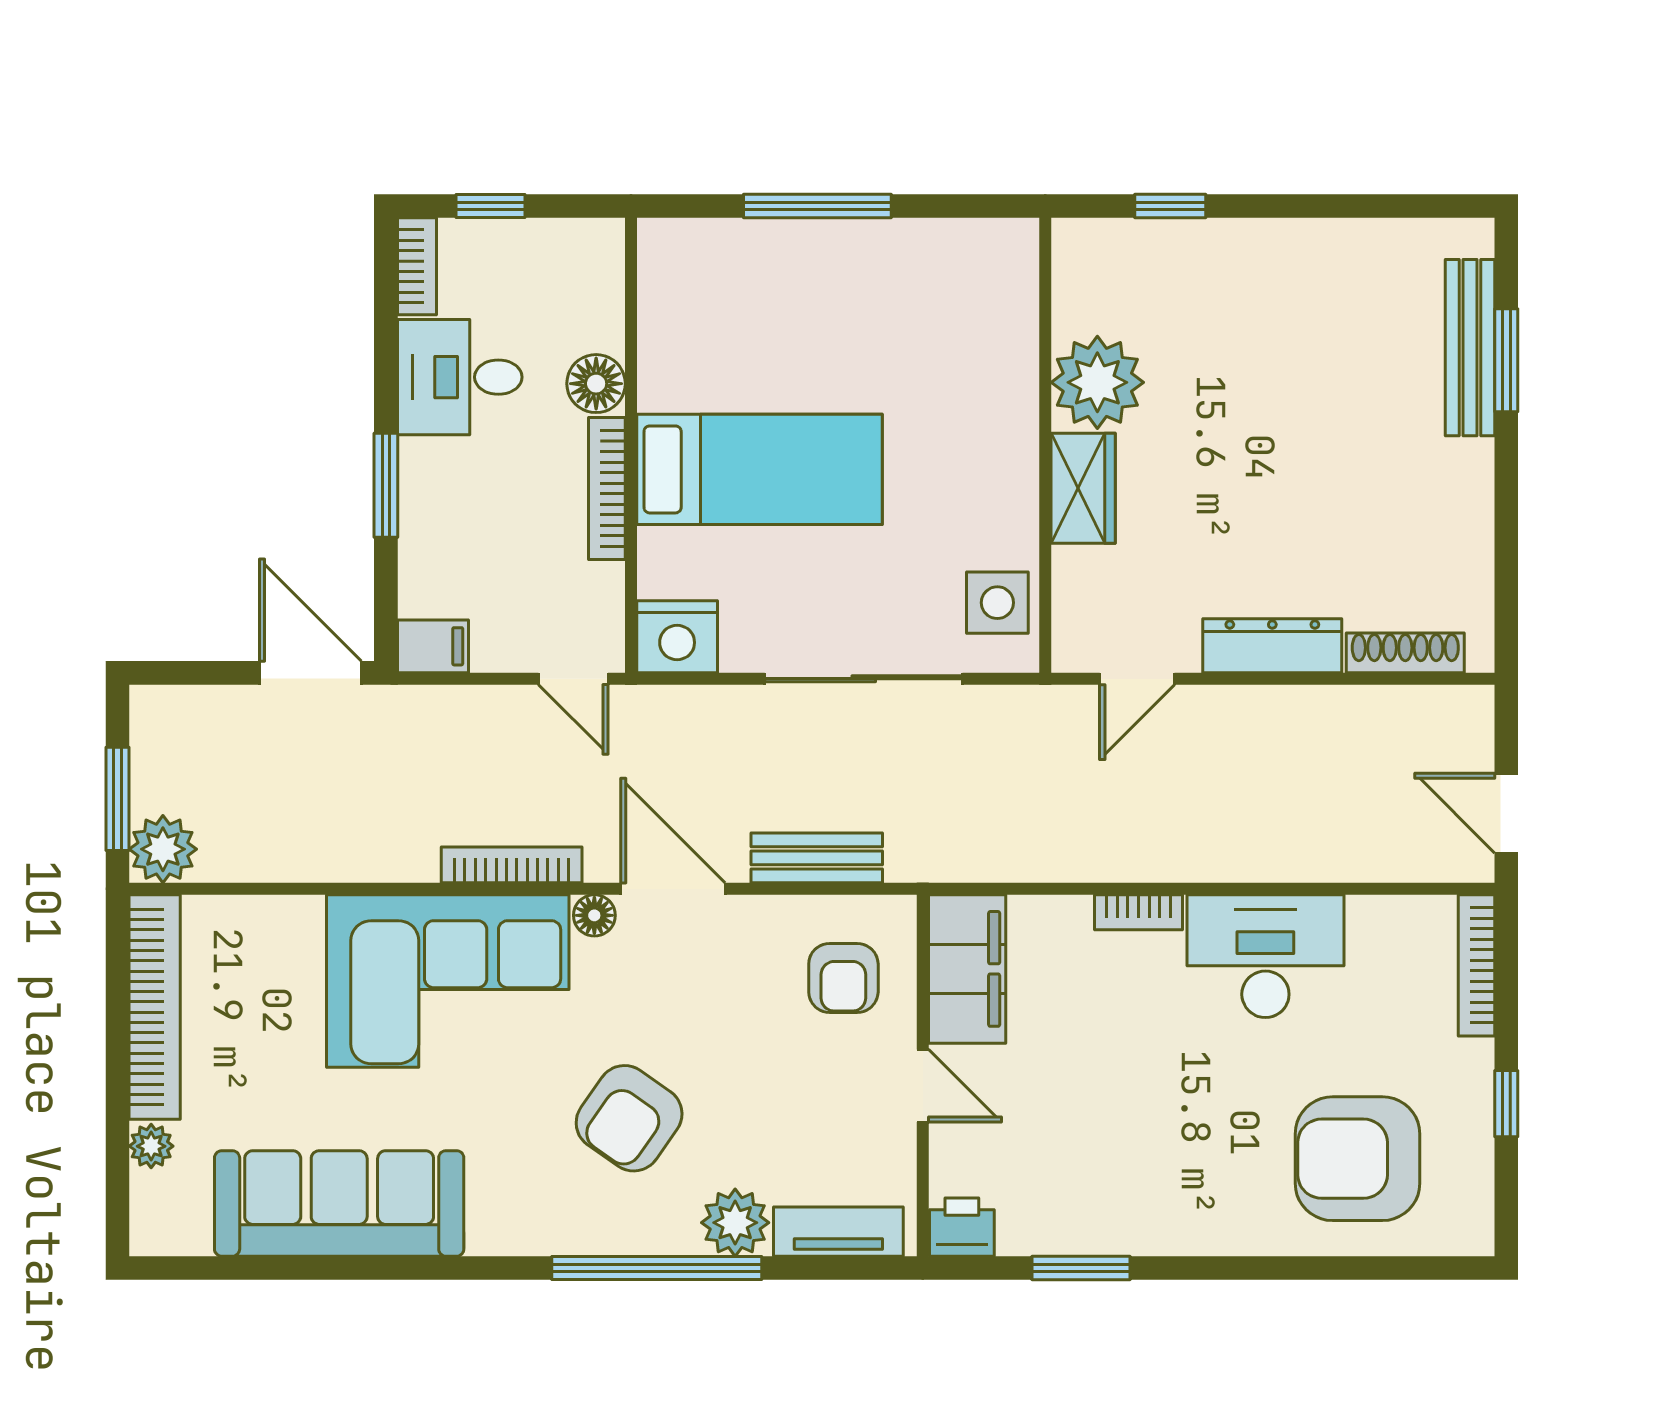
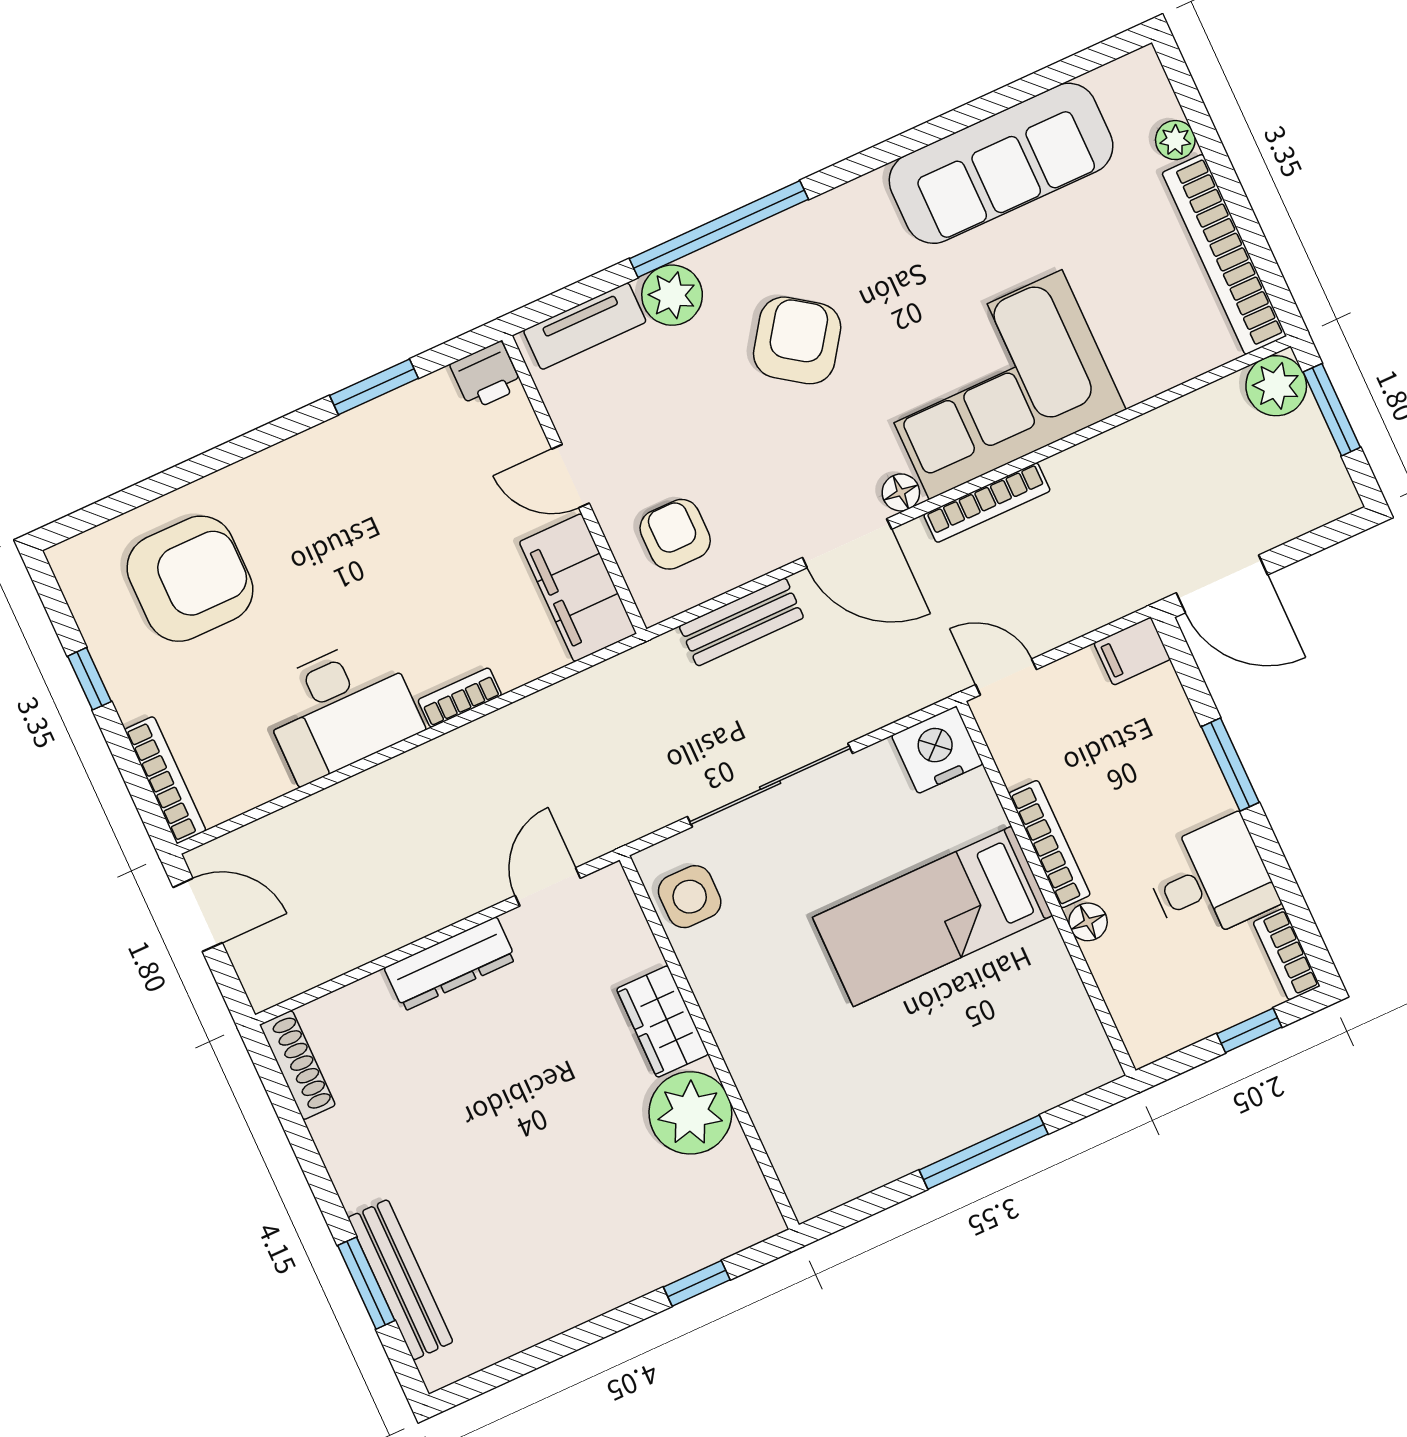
floor lamp: (596, 384) -> (1088, 922), width x0.73, depth x0.73
shoe rack: (1405, 653) -> (298, 1065), moved, turned -90

